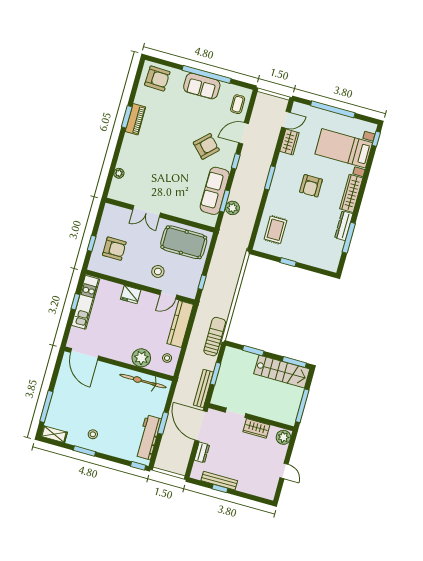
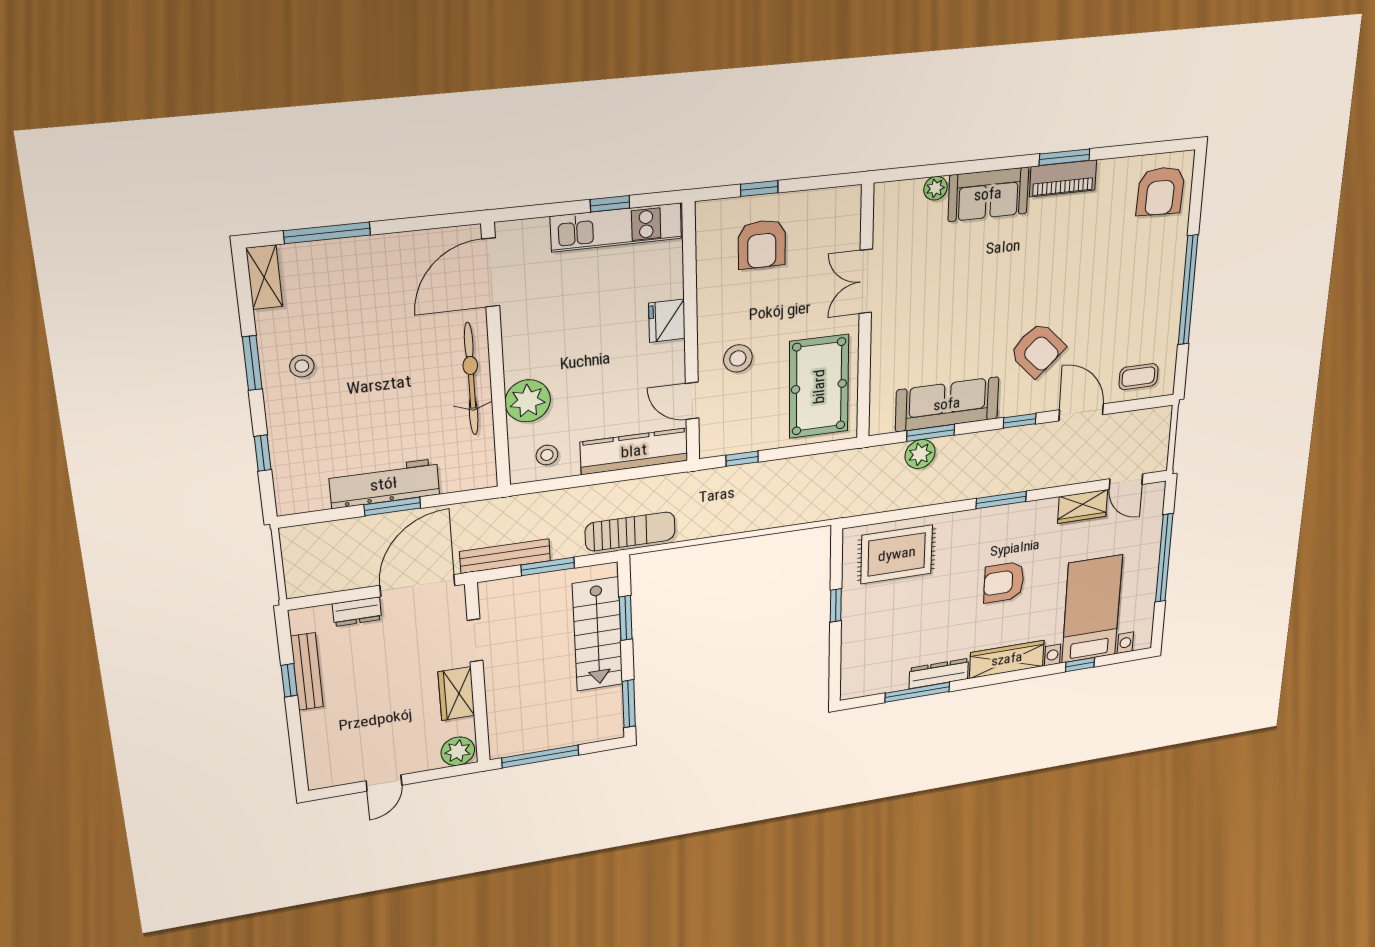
sofa: (202, 86) -> (988, 194), moved, turned -90
window: (376, 139) -> (1080, 665), moved
rug: (275, 230) -> (897, 554), width x1.36, depth x1.43
stairs: (282, 371) -> (598, 634), moved
bicycle: (143, 381) -> (471, 379), moved
workbench: (148, 437) -> (384, 484), moved
window: (138, 466) -> (263, 453), moved

